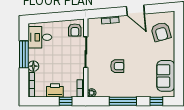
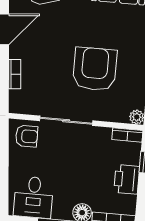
armchair: (117, 66) -> (95, 69), width x1.88, depth x1.88

